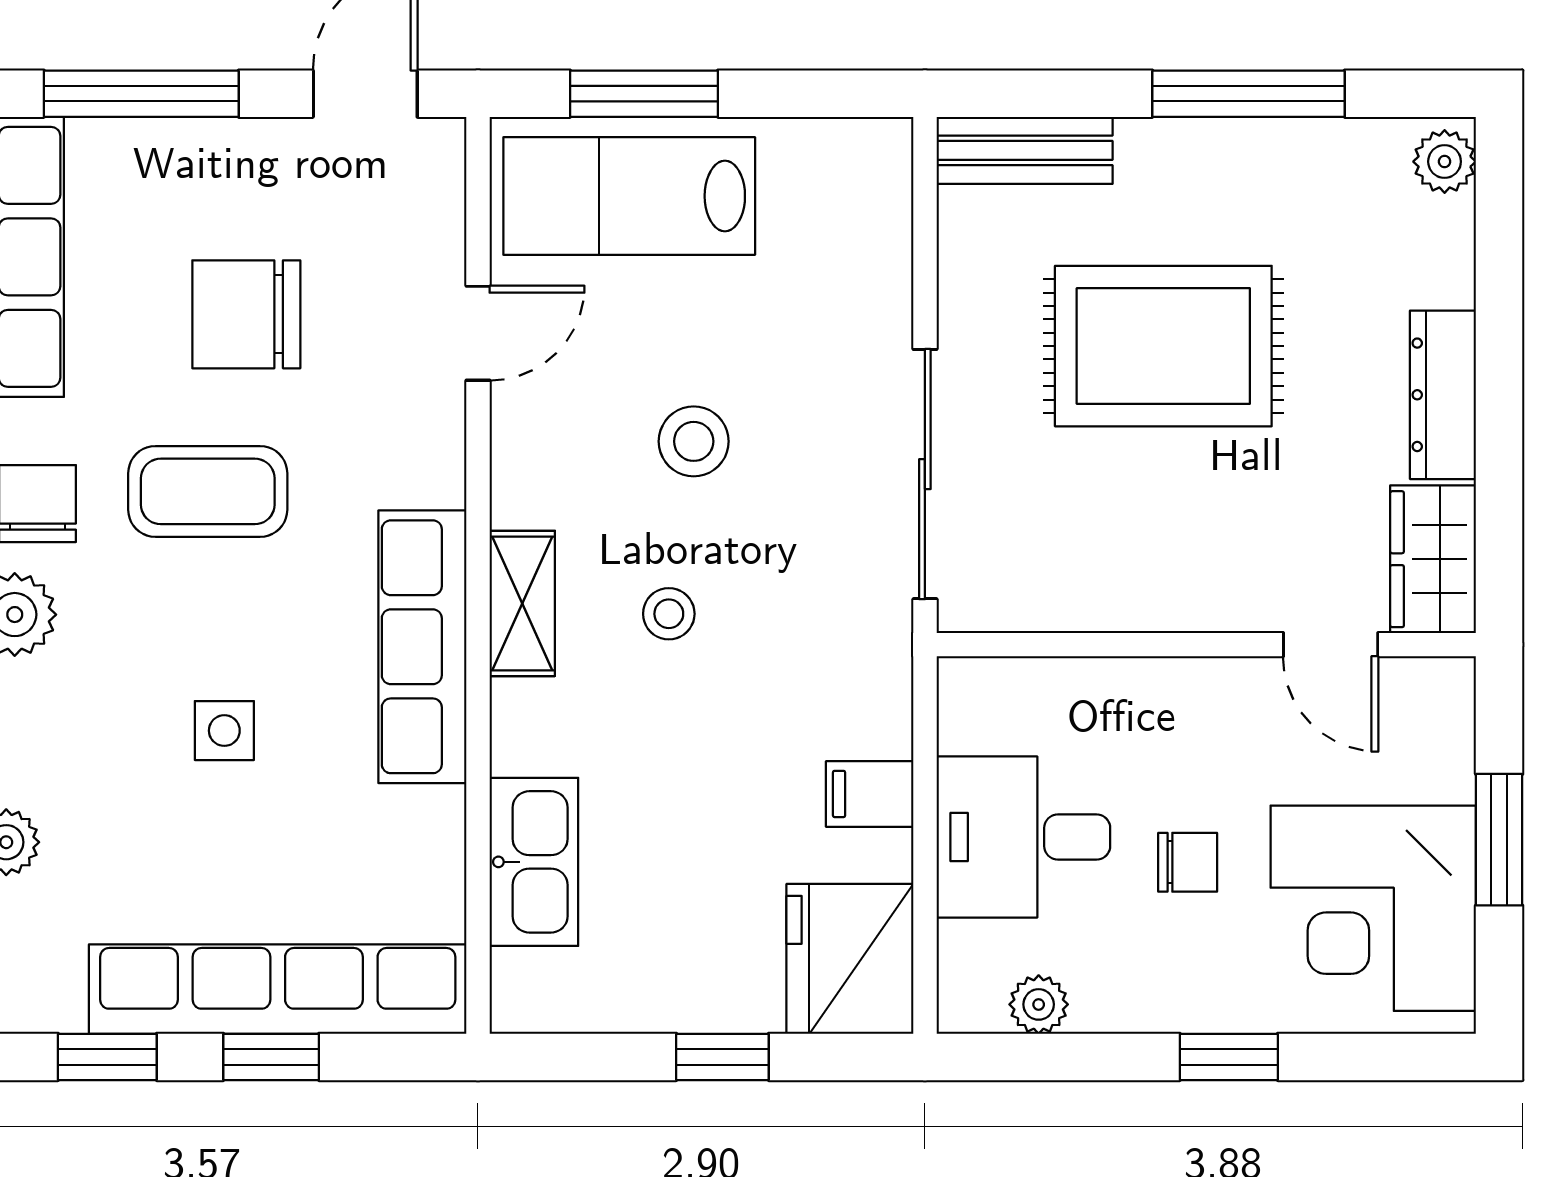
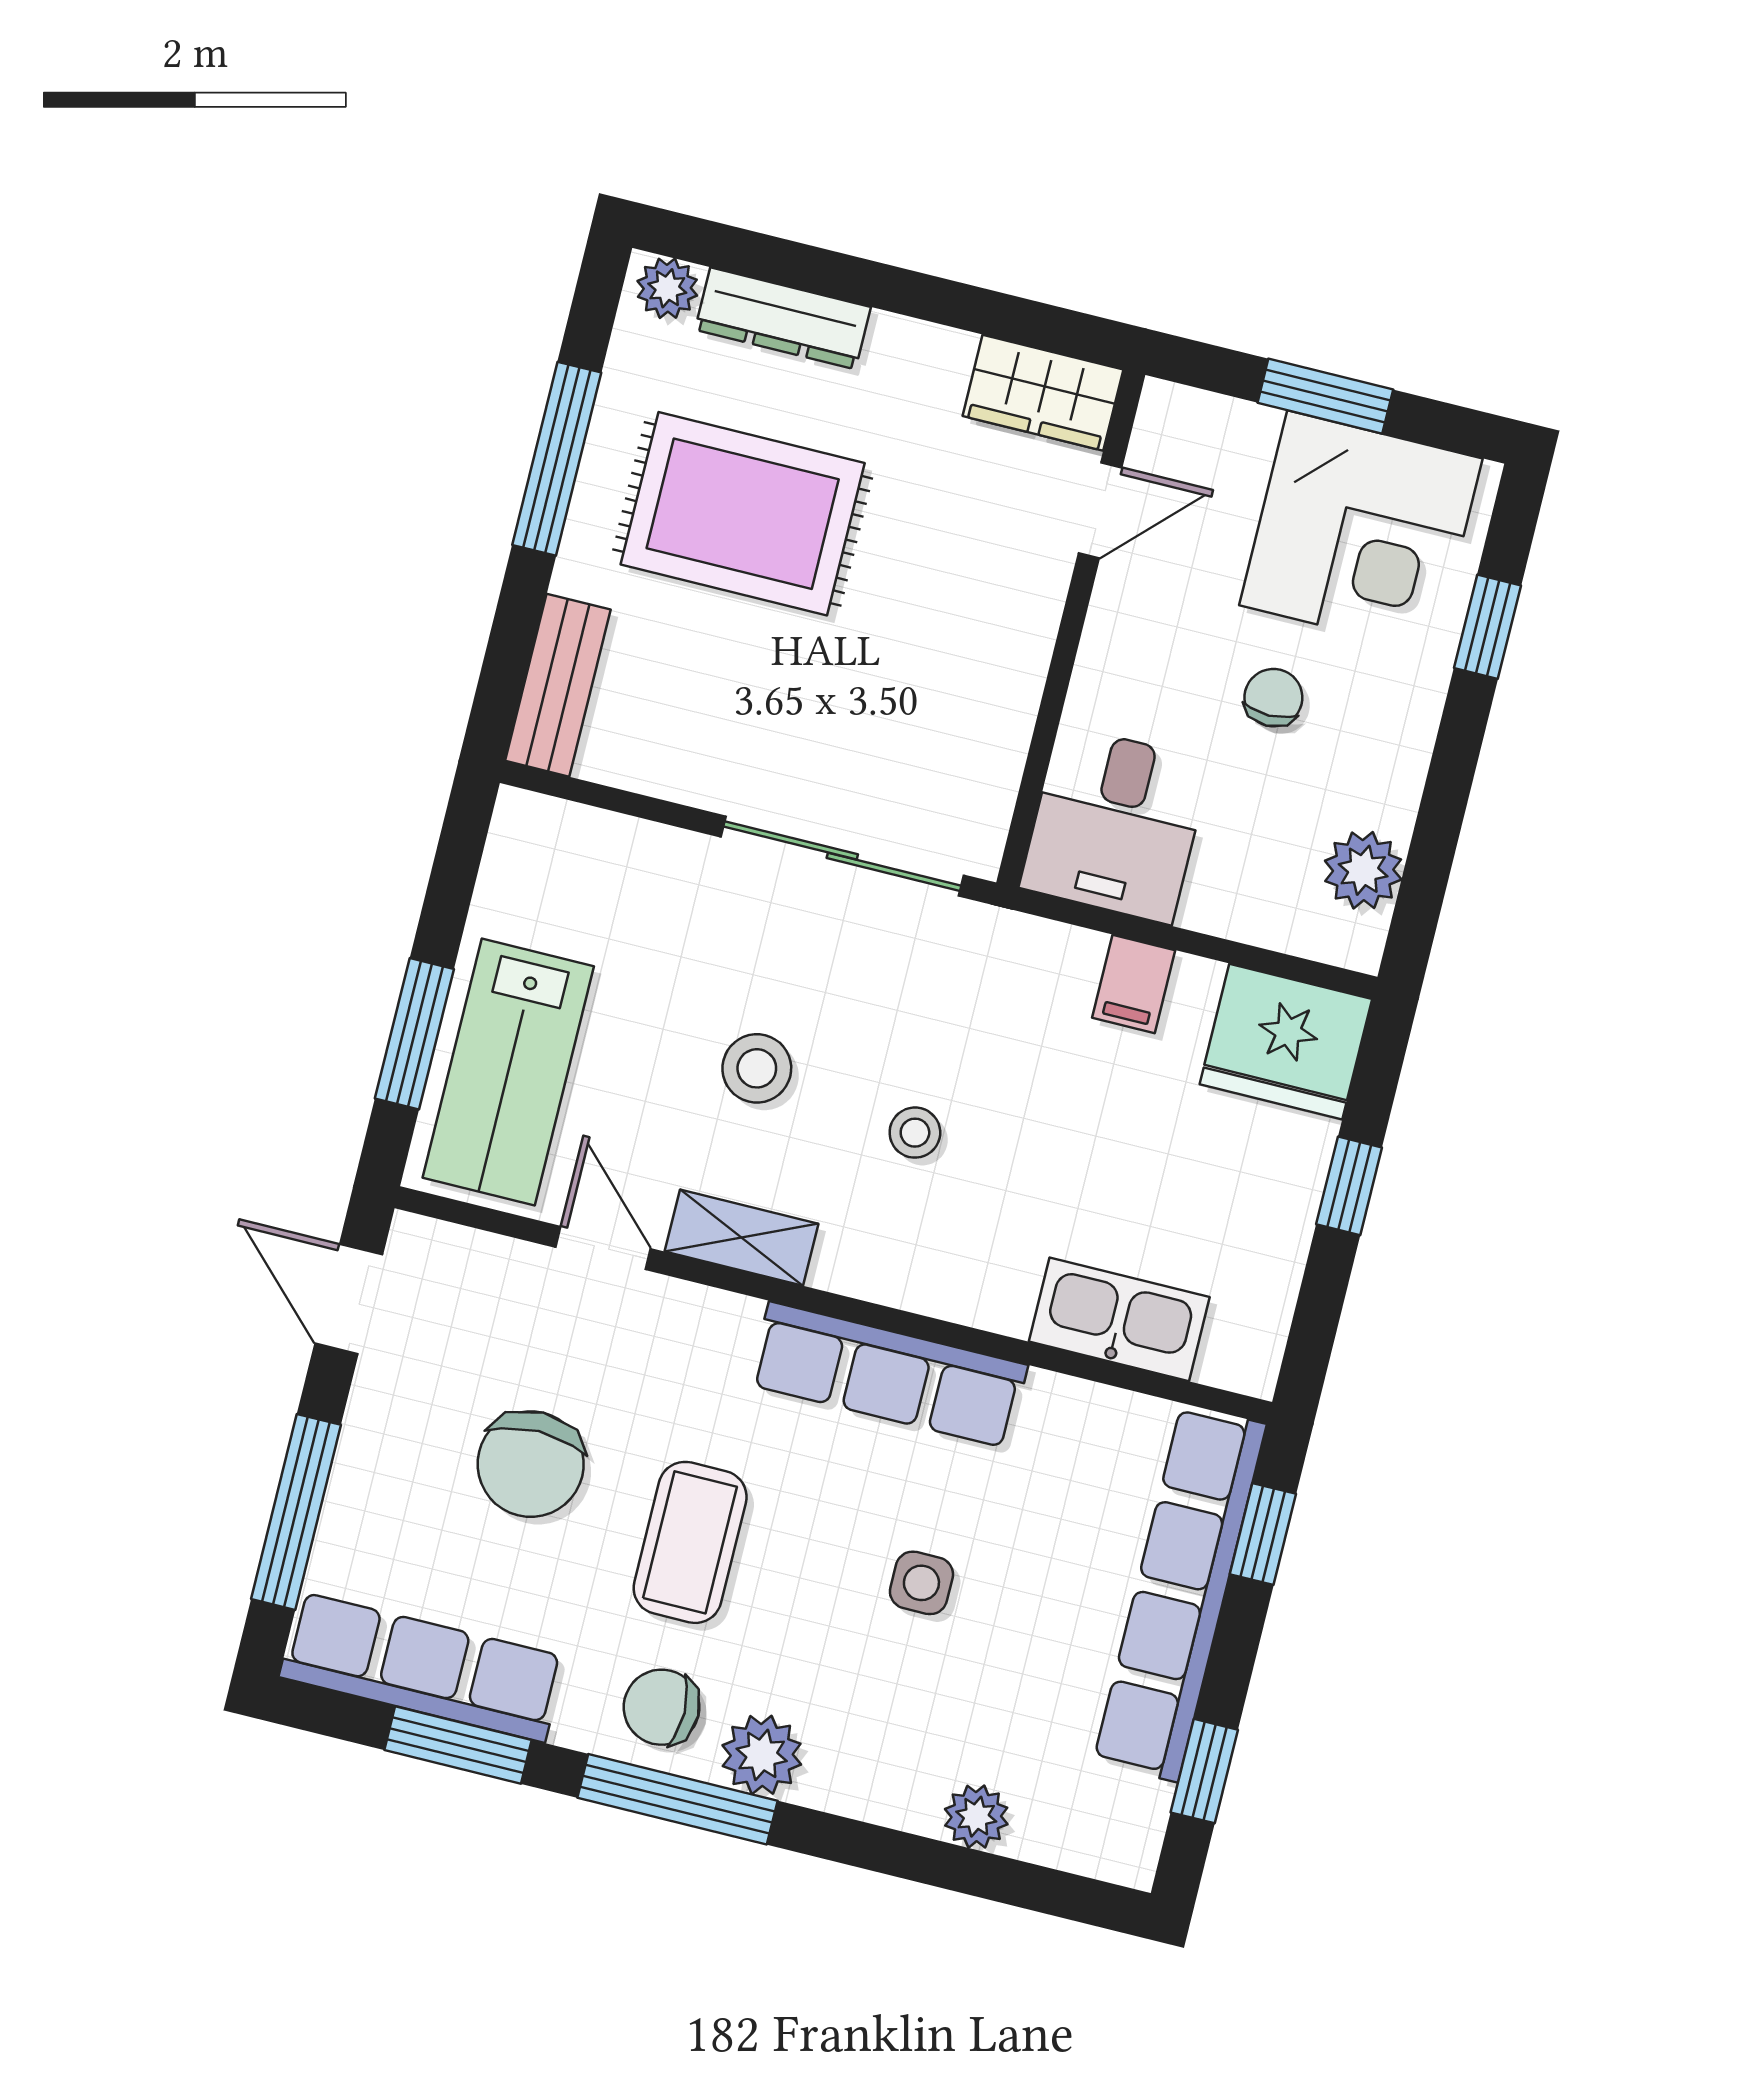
rug: (1163, 346) -> (743, 514), moved, turned 90
dresser: (1443, 395) -> (783, 318), moved
shelving: (522, 603) -> (742, 1238), moved
desk: (1023, 837) -> (1115, 824), moved
plant: (1039, 1004) -> (1363, 870), width x1.38, depth x1.38
window: (271, 1057) -> (1263, 1534), moved
window: (1229, 1057) -> (1487, 627), moved

